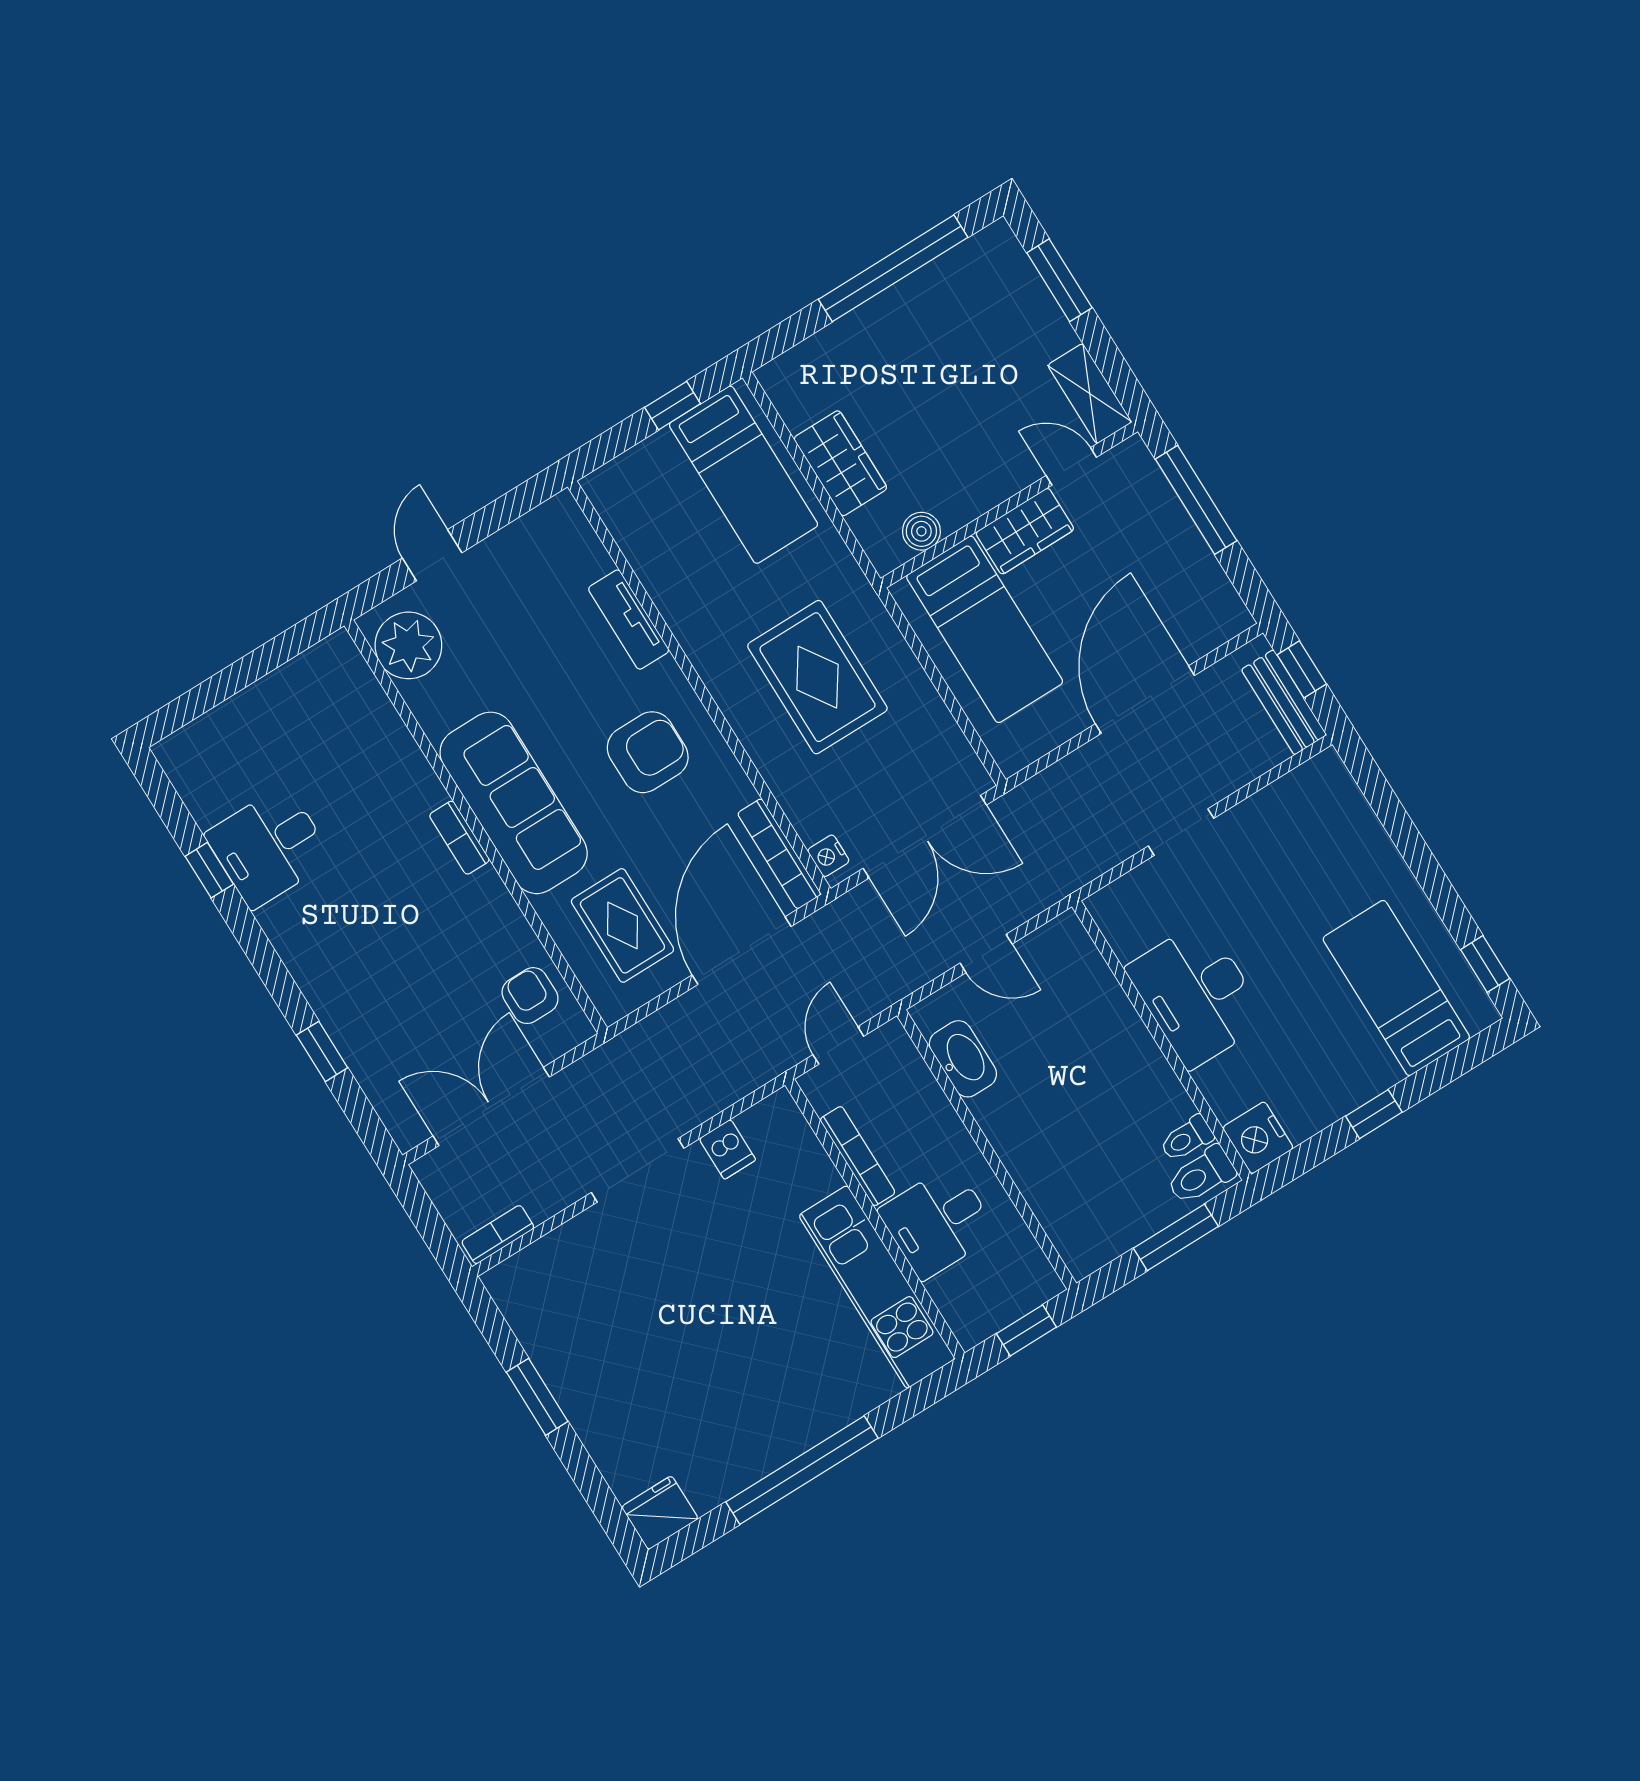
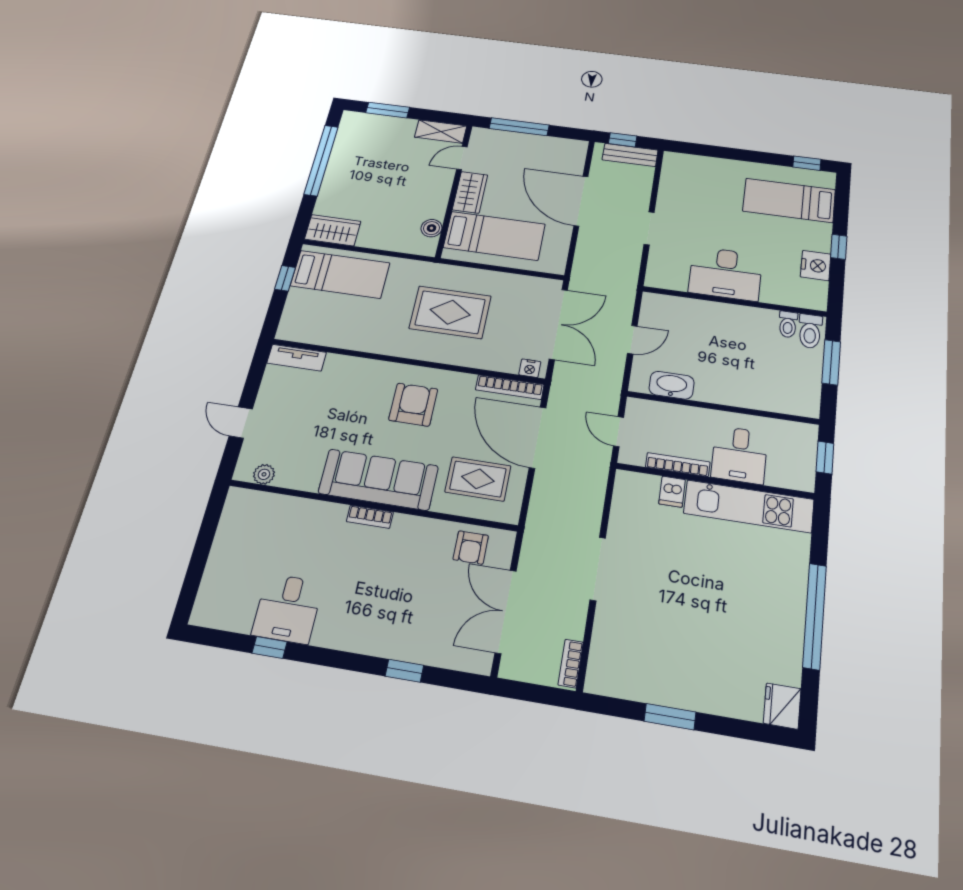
wardrobe: (840, 463) -> (333, 230), moved
tv unit: (629, 620) -> (297, 358), moved
plant: (408, 645) -> (264, 474), width x0.53, depth x0.53
armchair: (530, 996) -> (471, 547), turned -90
nightstand: (1258, 1138) -> (816, 266), moved, turned -90
dishwasher: (727, 1149) -> (672, 492), moved, turned 90

